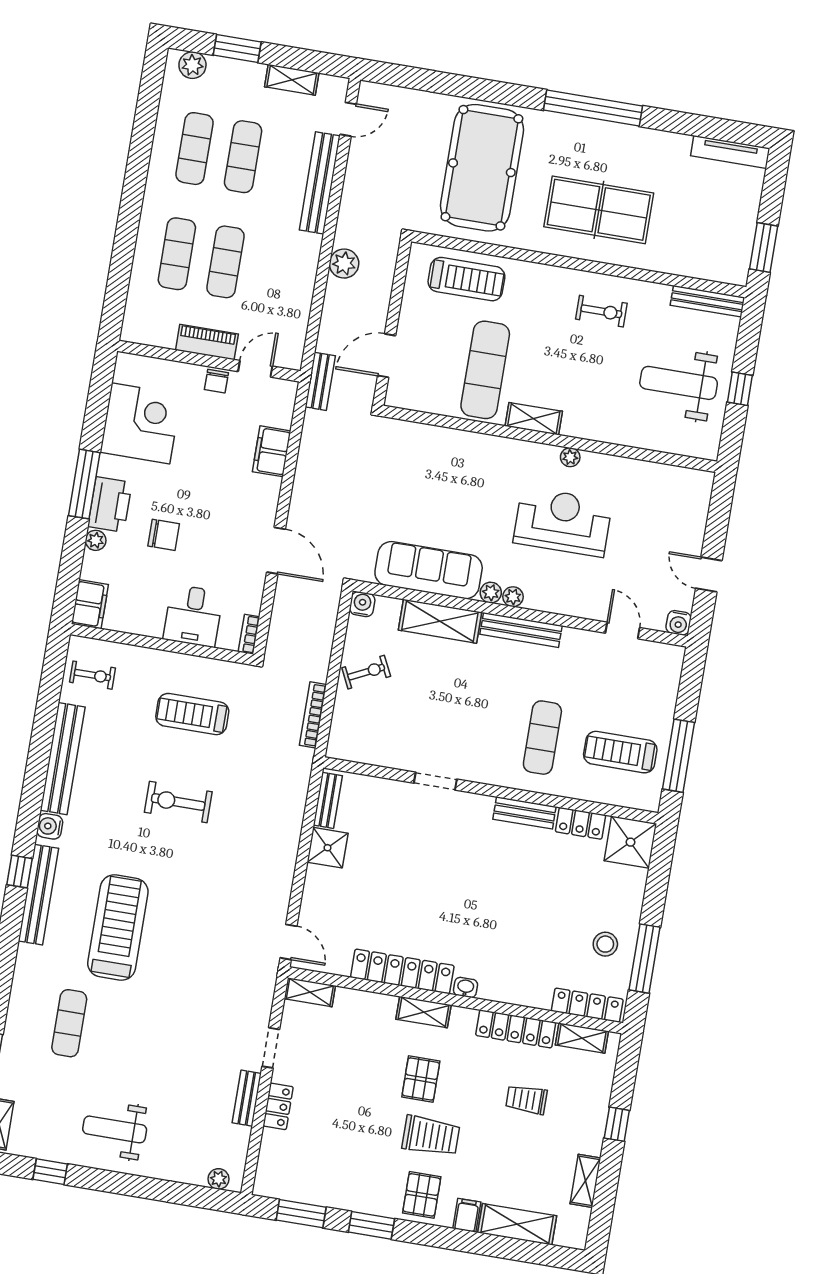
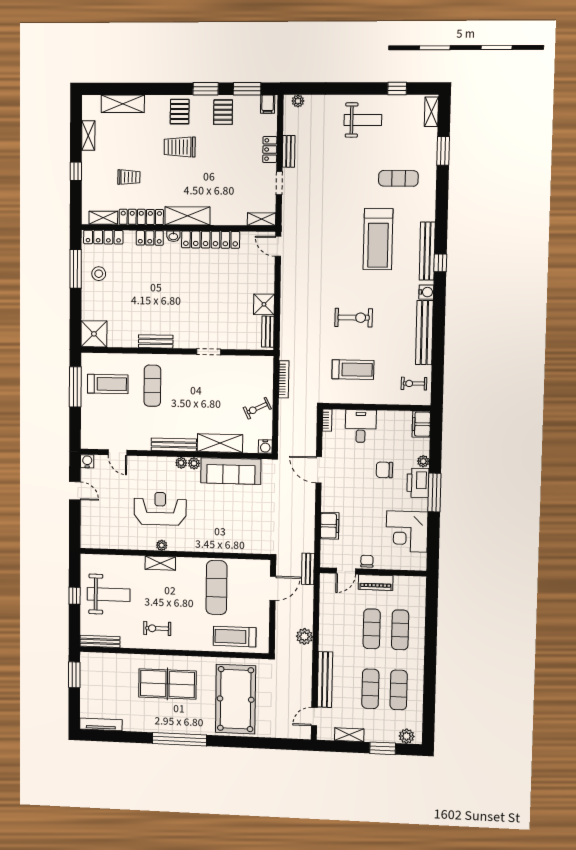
shelving: (534, 419) -> (160, 563), moved
reception desk: (563, 522) -> (160, 509), turned 180
locker: (580, 823) -> (150, 238), moved, turned 180
shelving: (424, 1012) -> (187, 216), width x1.50, depth x1.33
exercise mat: (69, 1023) -> (398, 178), turned 90
pallet: (421, 1079) -> (223, 112), moved
filing cabinet: (467, 1215) -> (268, 104), moved

